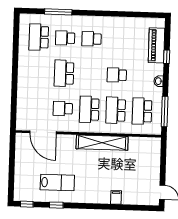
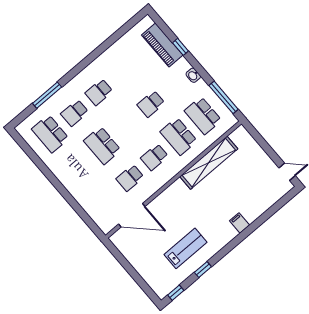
school desk: (89, 109) -> (154, 157), width x0.54
shelving: (102, 143) -> (209, 163), moved
filing cabinet: (116, 197) -> (239, 223), moved

